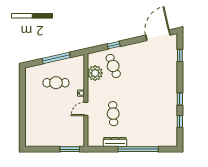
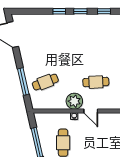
window: (114, 45) -> (23, 81), width x2.17
window: (180, 55) -> (59, 11), moved
plant: (95, 73) -> (74, 101), moved

